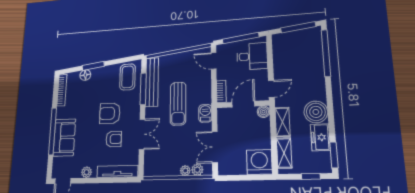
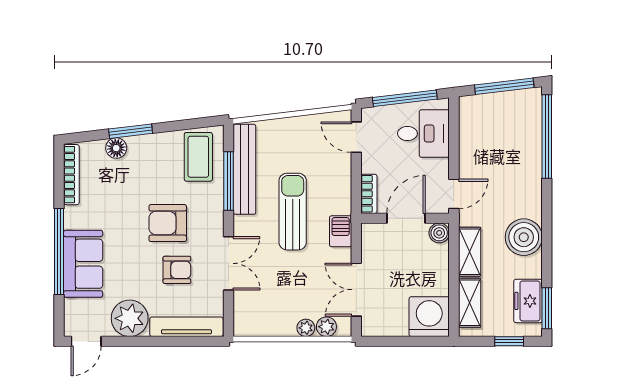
sun lounger: (178, 104) -> (293, 212), turned 180
freezer: (320, 137) -> (528, 301), moved
plant: (87, 172) -> (130, 318), width x1.88, depth x1.88

